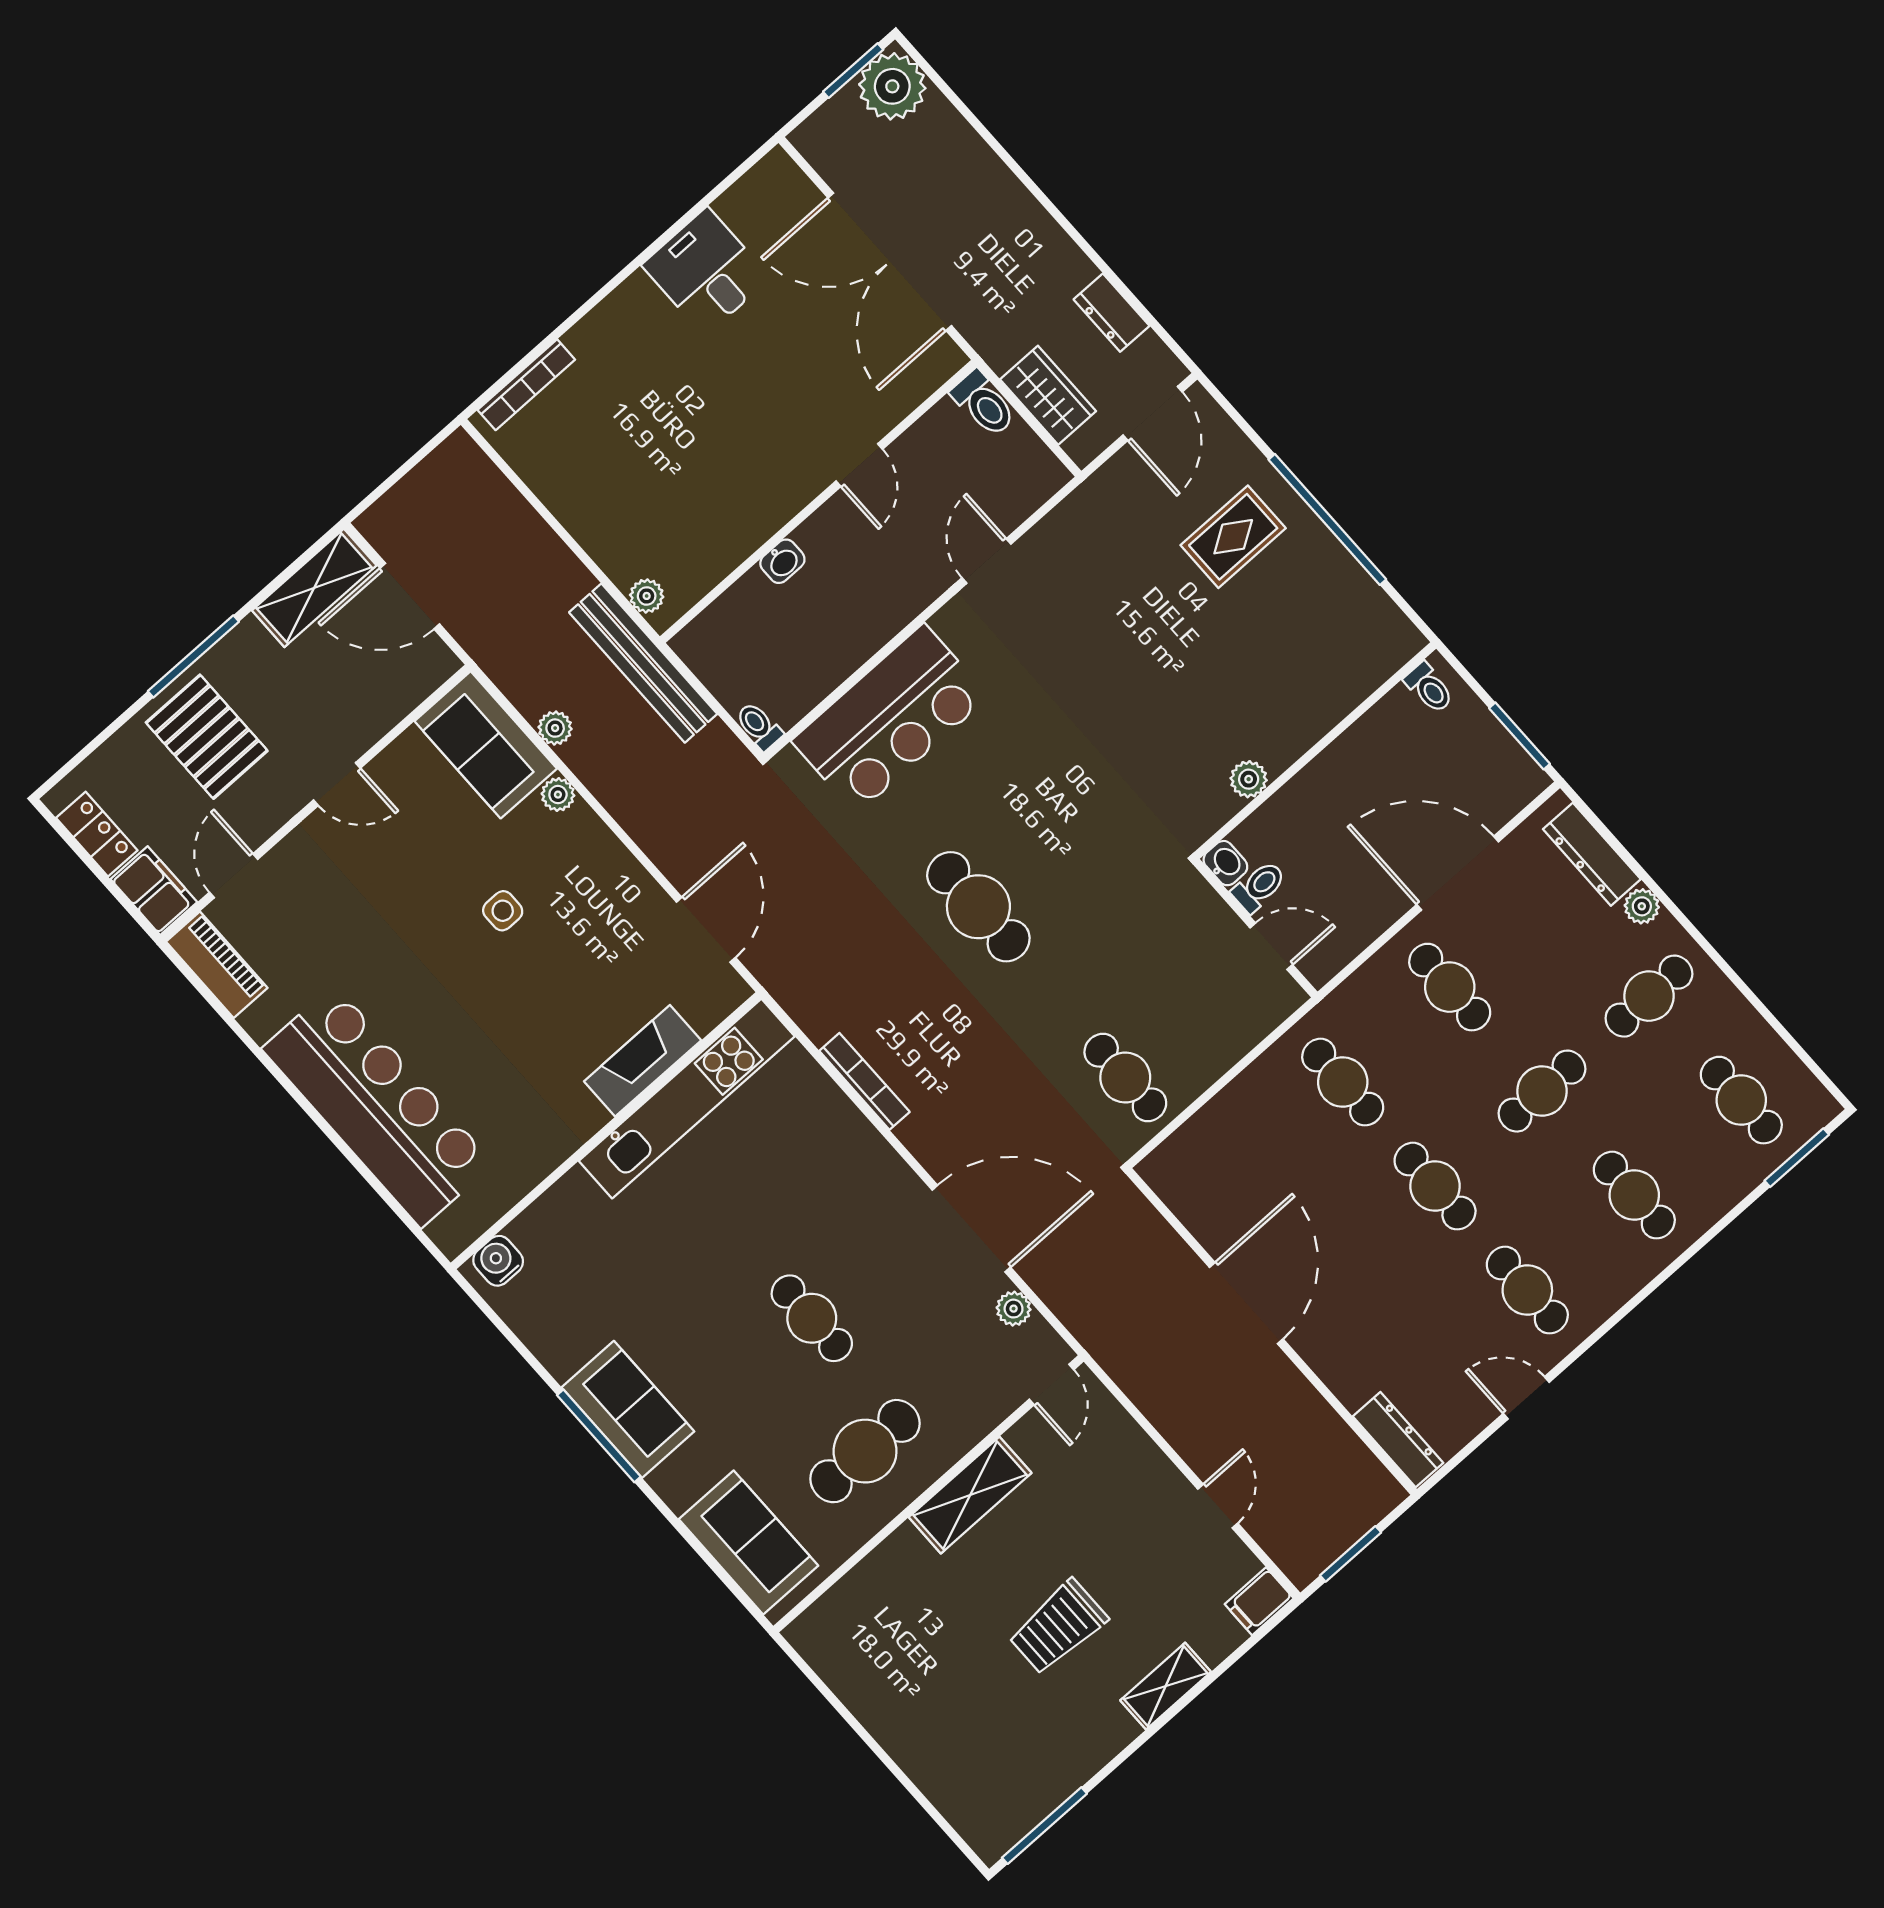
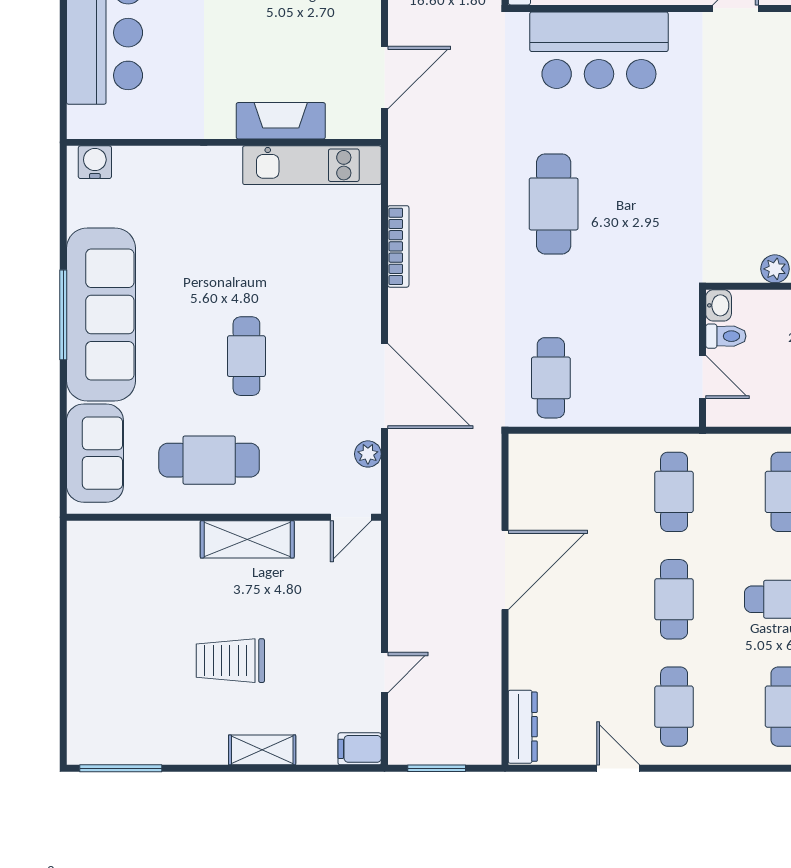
kitchen unit: (687, 1099) -> (312, 165), width x0.73
sofa: (628, 1409) -> (101, 314), width x1.85, depth x1.27

